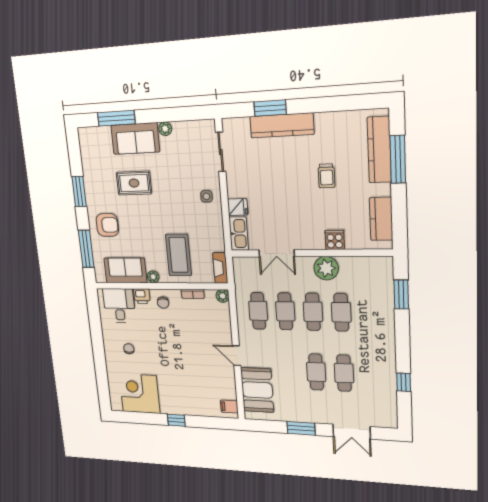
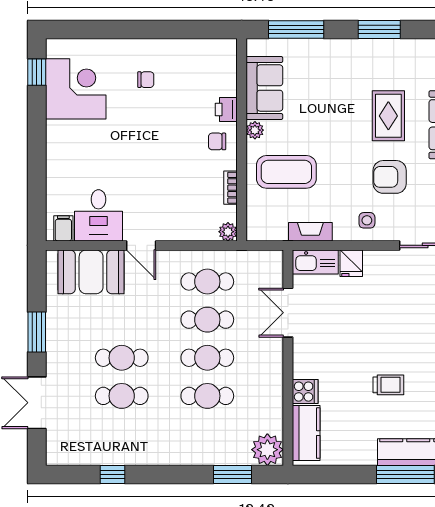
trolley: (327, 176) -> (388, 385), turned 180
kitchen counter: (381, 219) -> (306, 433), moved, turned 90
armchair: (107, 225) -> (390, 177), moved, turned 90
fireplace: (220, 268) -> (310, 232), moved
plant: (326, 268) -> (267, 450), moved
desk: (119, 306) -> (98, 215), moved, turned 90
door: (237, 356) -> (141, 245), swing flipped
window: (176, 420) -> (37, 72), moved

